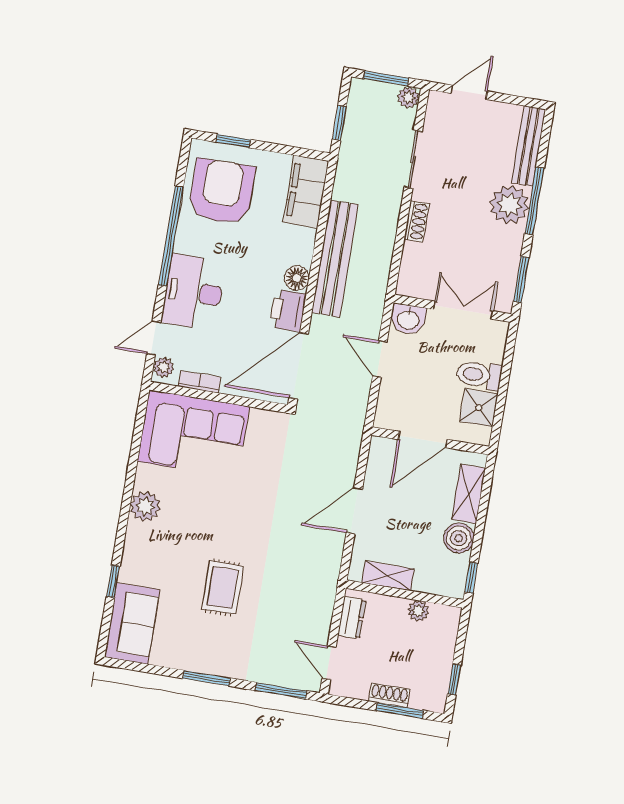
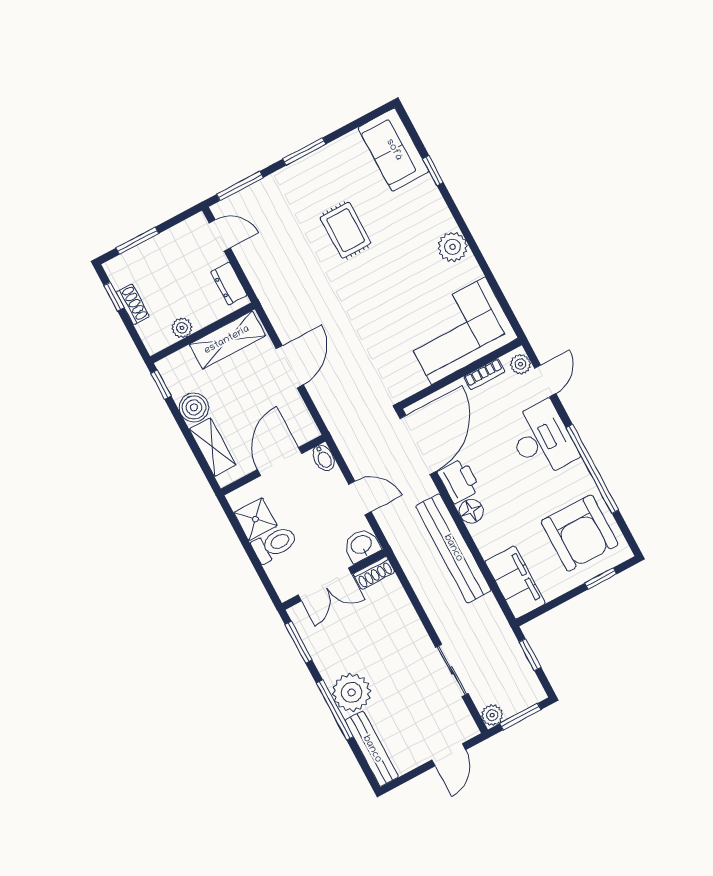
shoe rack: (417, 221) -> (374, 573), moved, turned -90
bidet: (384, 415) -> (324, 458), added
shelving: (388, 576) -> (227, 340), width x1.50, depth x1.33
shoe rack: (389, 695) -> (133, 304), moved, turned -90

